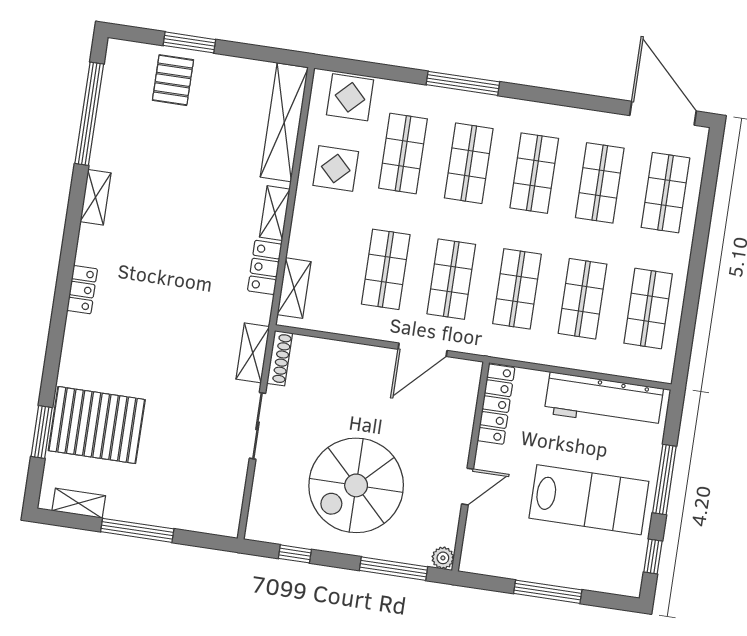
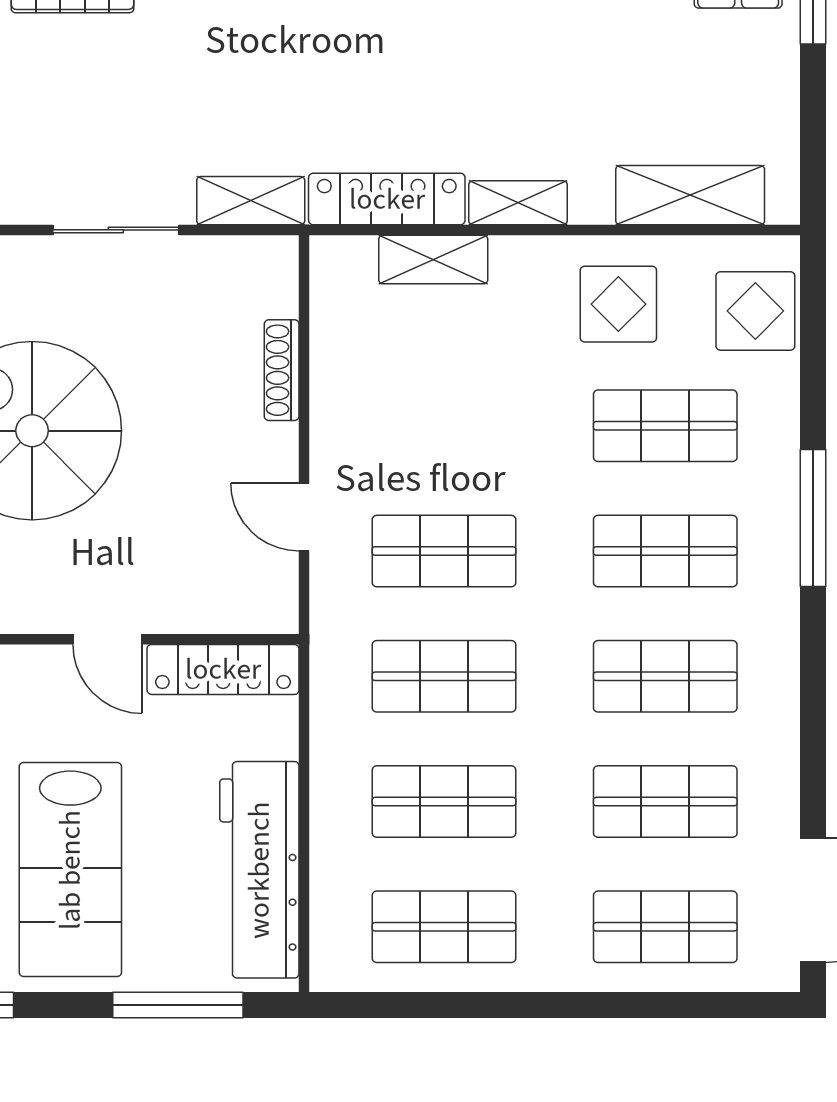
shelving: (284, 122) -> (690, 195), width x0.68
locker: (265, 267) -> (387, 199), width x1.53
shop shelf: (386, 269) -> (444, 426), removed
shelving: (294, 288) -> (433, 260), moved
door: (423, 350) -> (304, 517), width x0.73
shoe rack: (280, 358) -> (282, 370), moved, turned 90
window: (664, 479) -> (178, 1005), moved
door: (468, 487) -> (107, 639), moved

